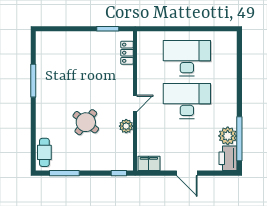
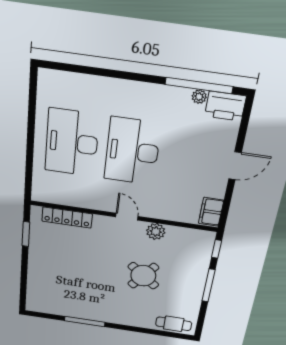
locker: (127, 53) -> (67, 218), width x1.53
plant: (228, 136) -> (199, 97), width x0.53, depth x0.53
window: (64, 173) -> (208, 285), moved

